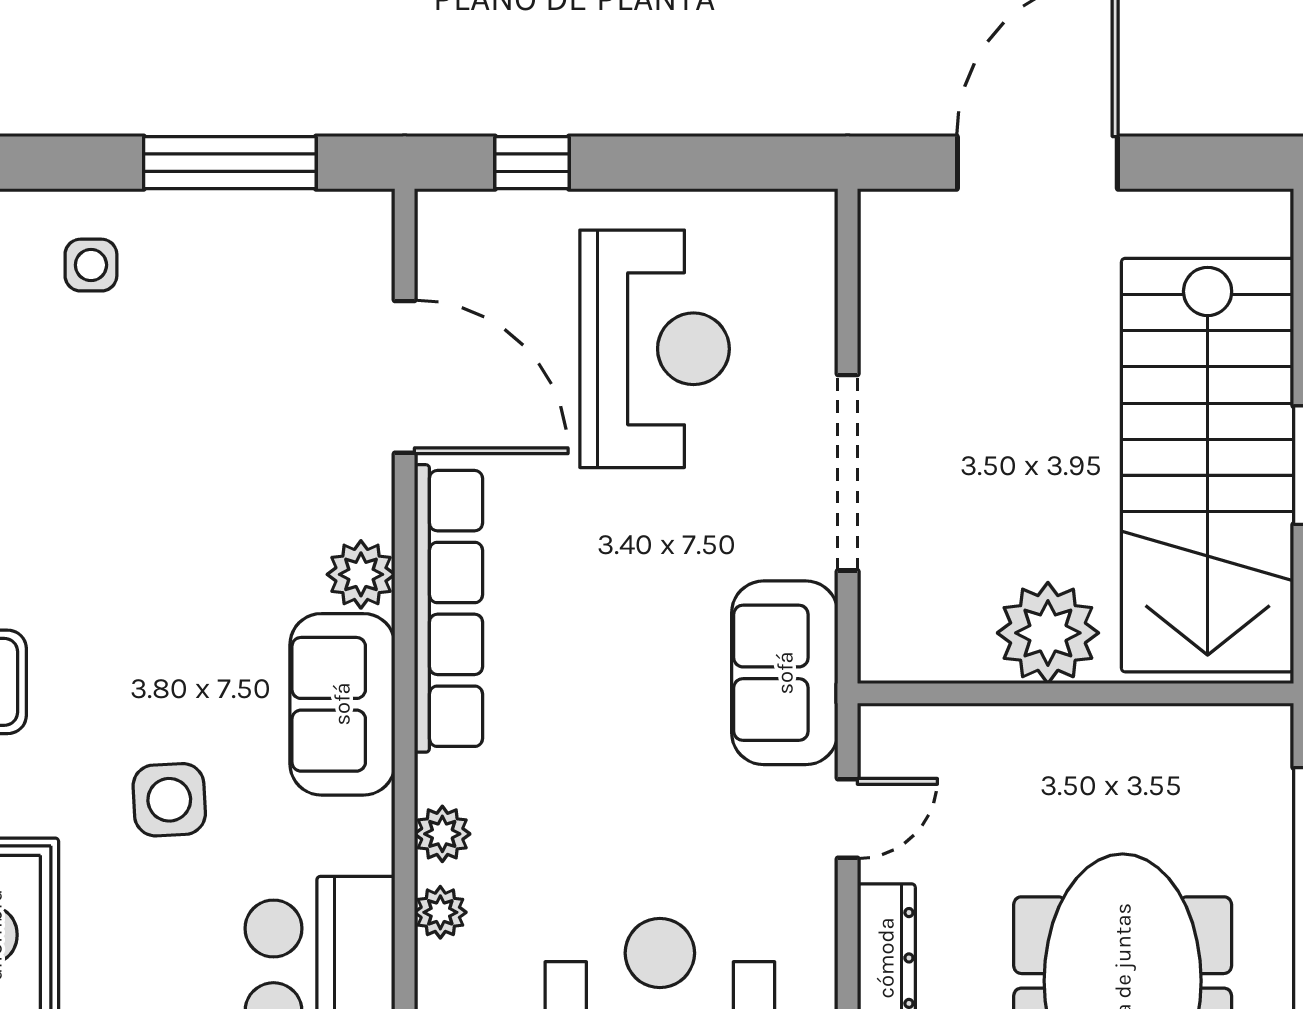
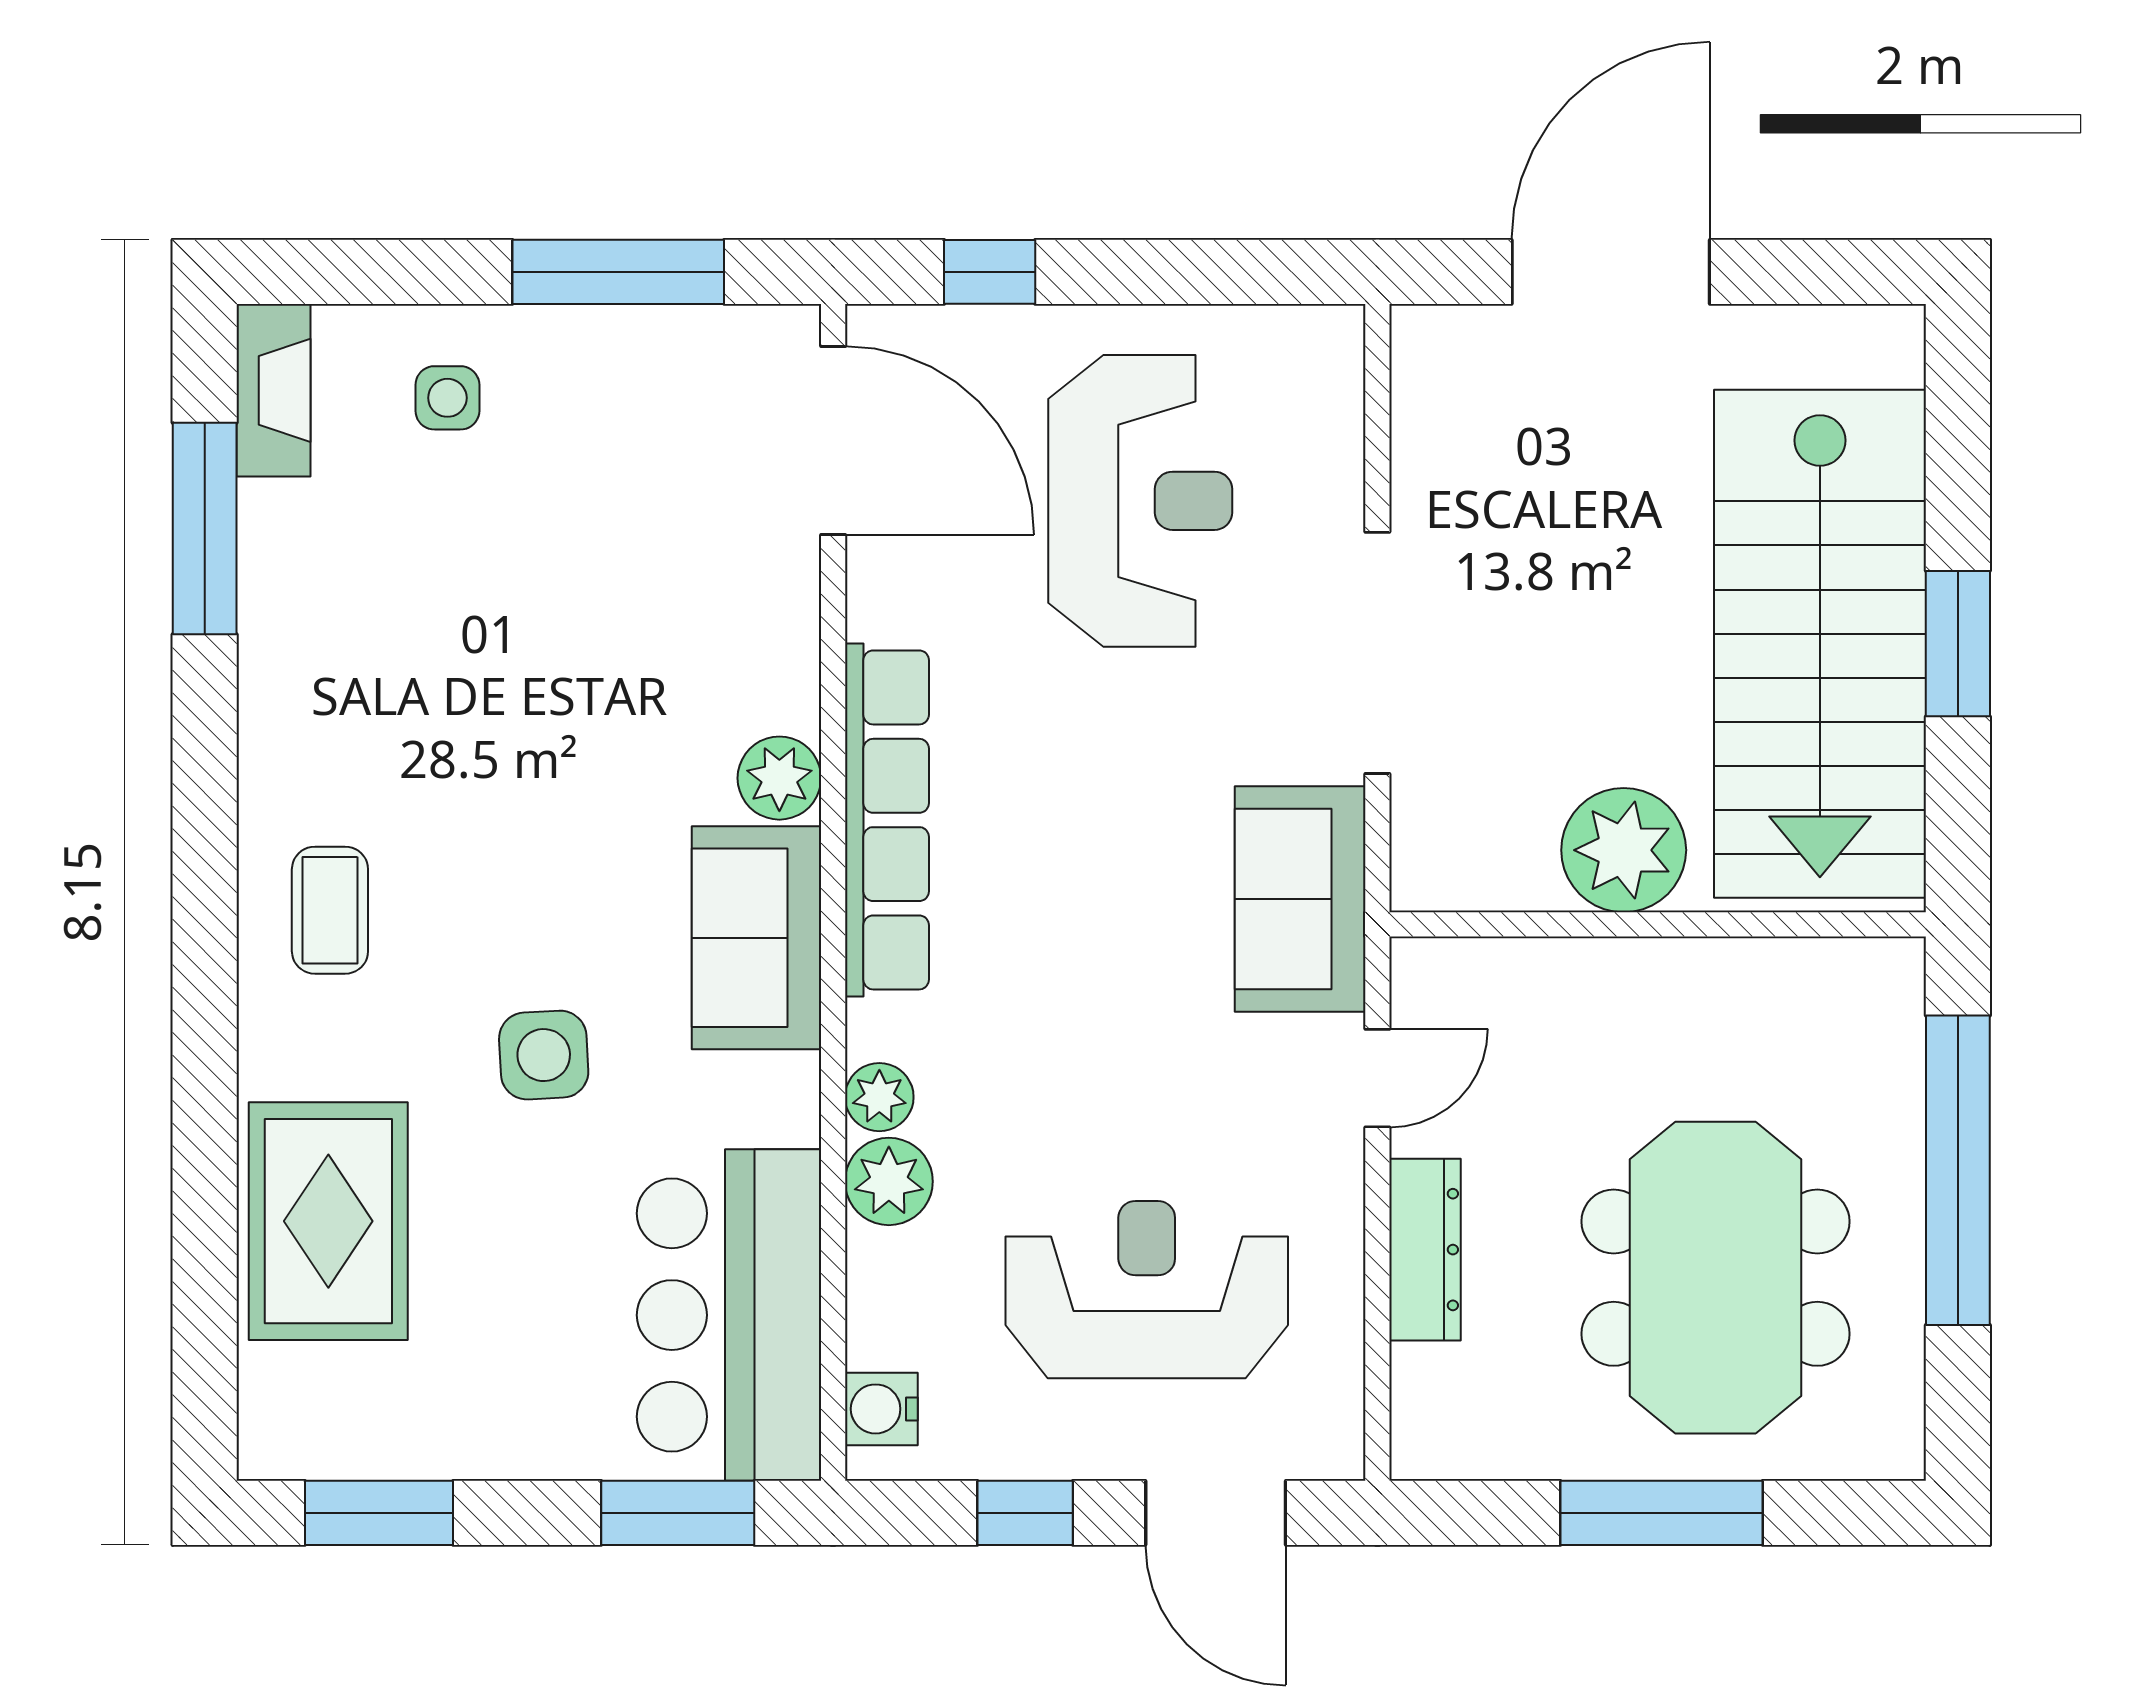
door: (405, 377) -> (833, 441), moved
plant: (440, 912) -> (889, 1181), width x1.38, depth x1.38

